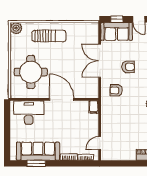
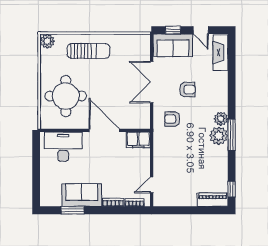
filing cabinet: (94, 107) -> (138, 140), width x2.00
sofa: (38, 151) -> (82, 195), width x0.73

